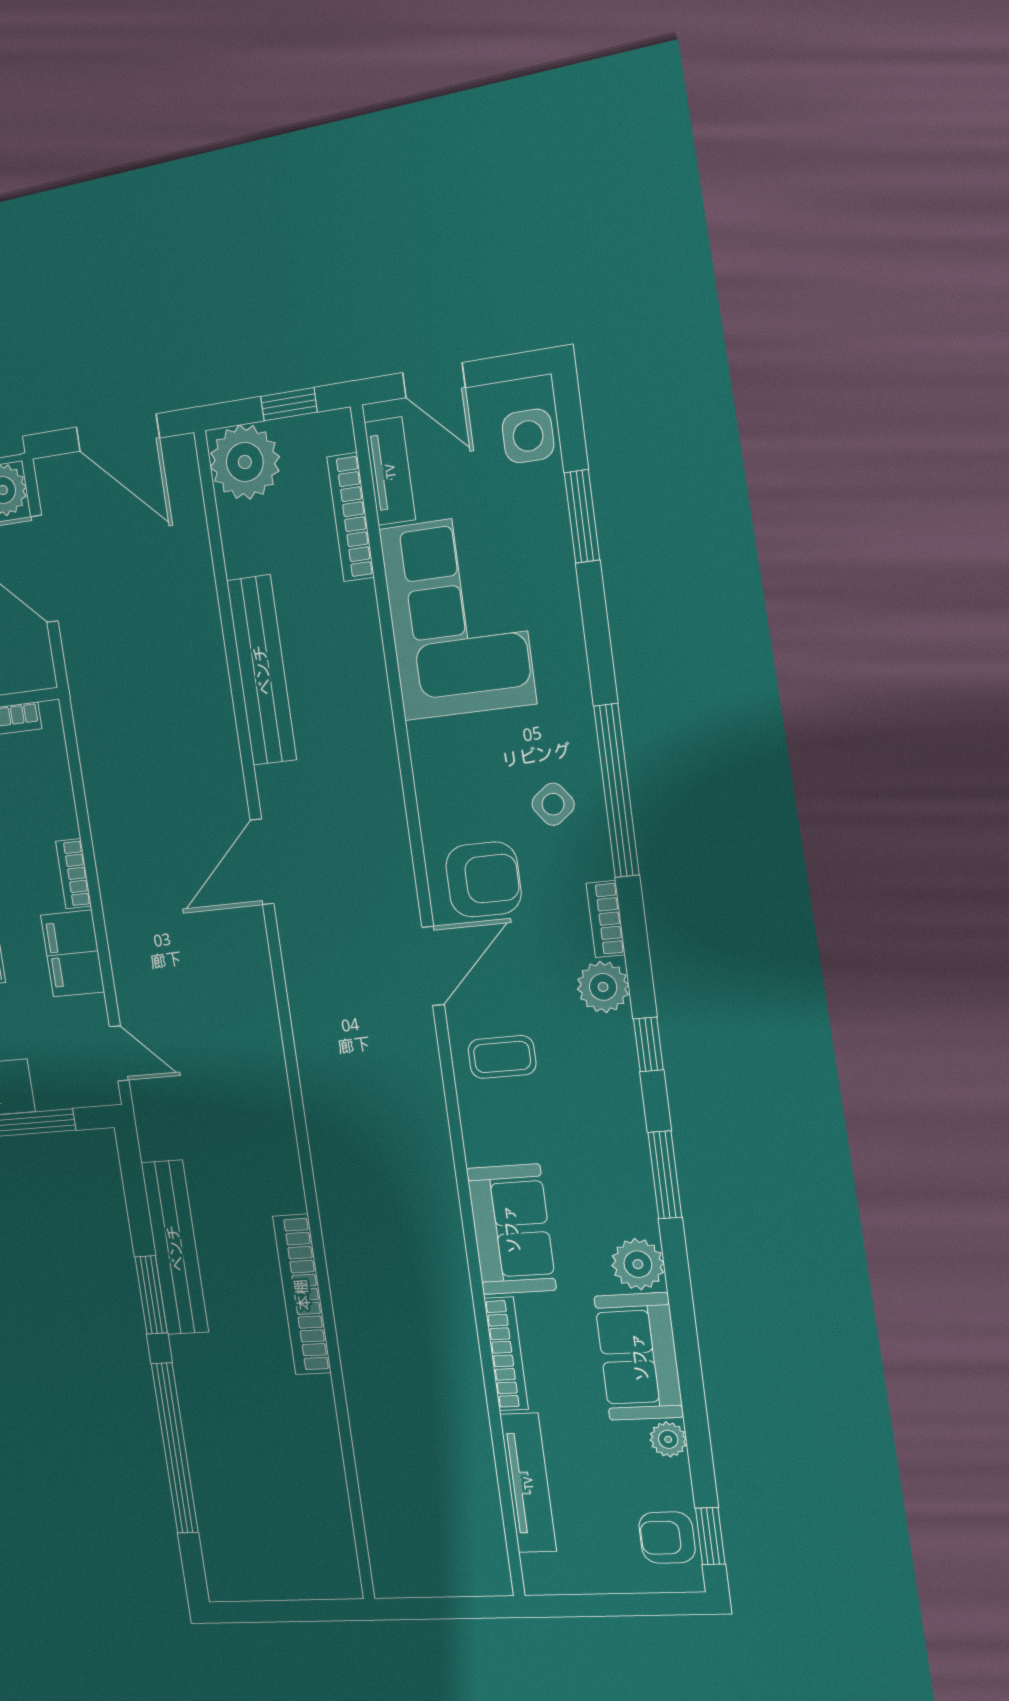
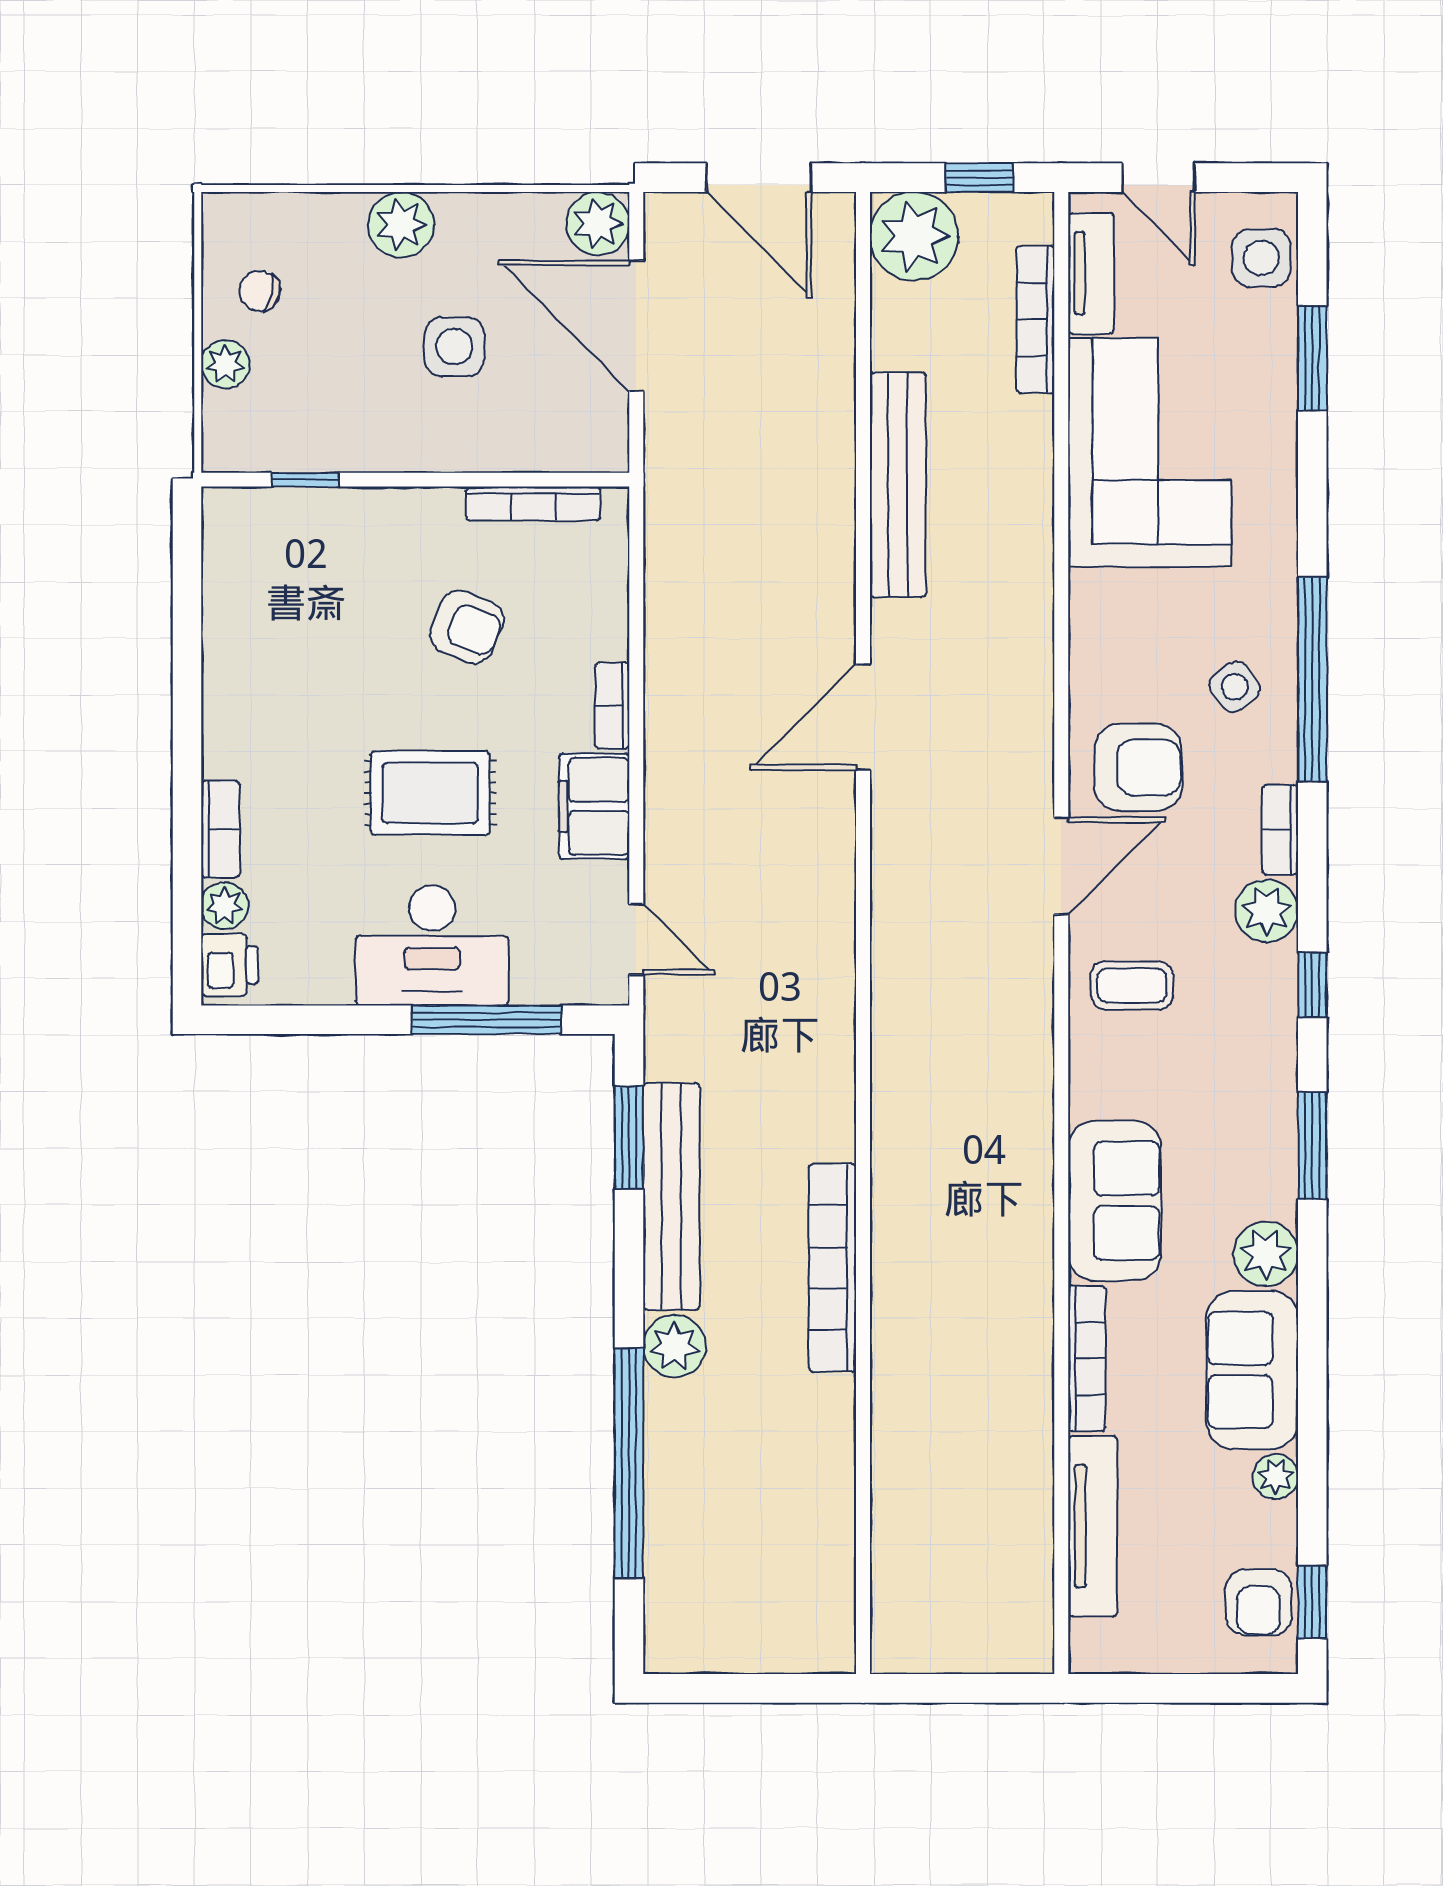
window: (151, 1295) -> (629, 1137), moved
plant: (194, 1360) -> (674, 1346), added
armchair: (667, 1538) -> (1259, 1602), turned -90

